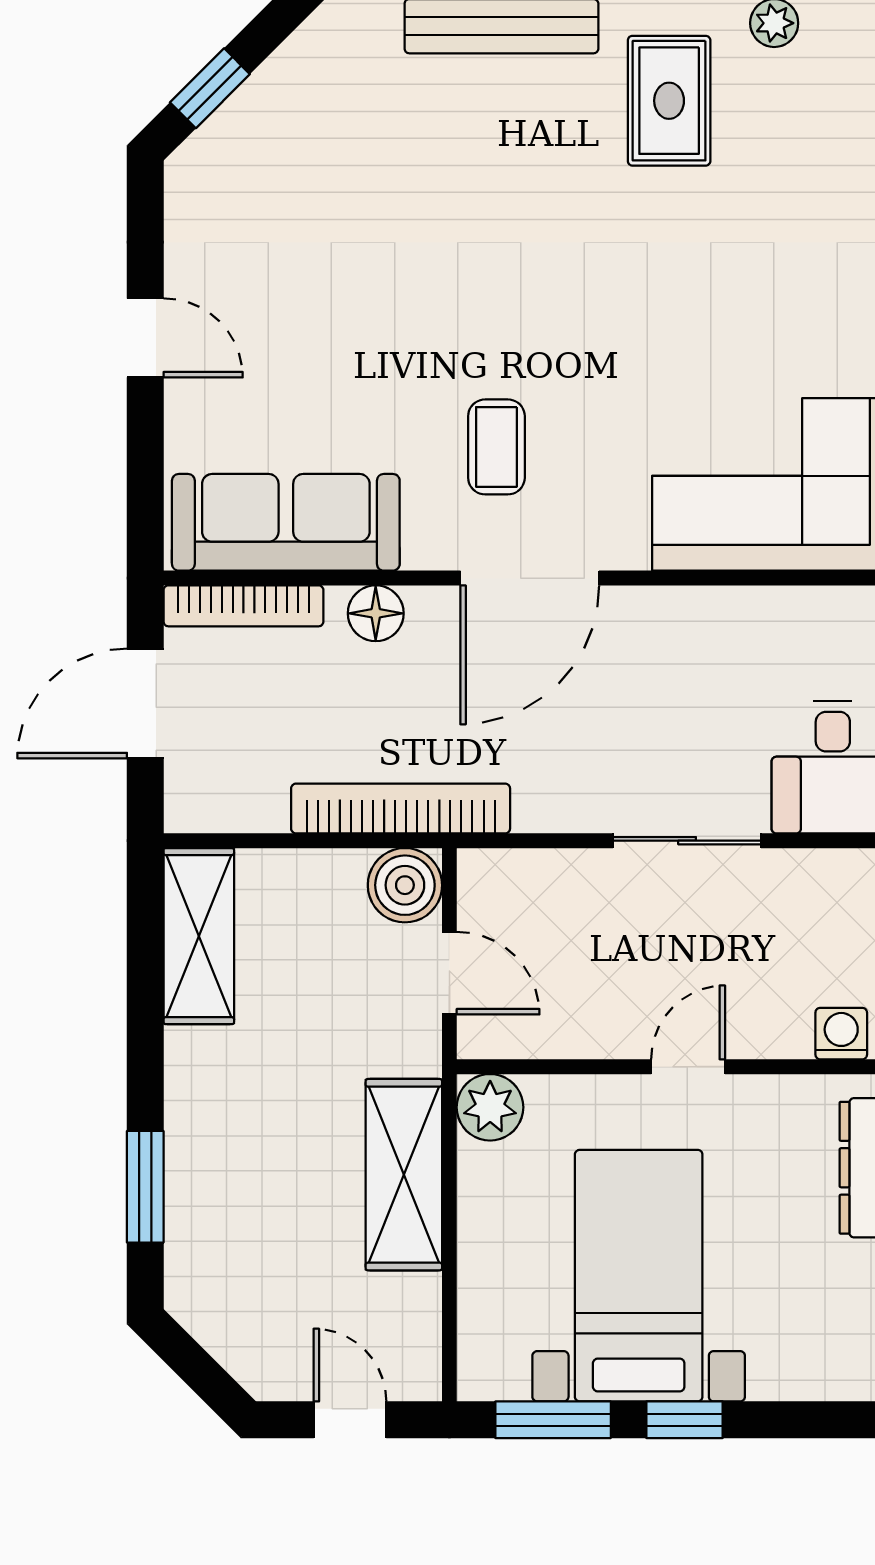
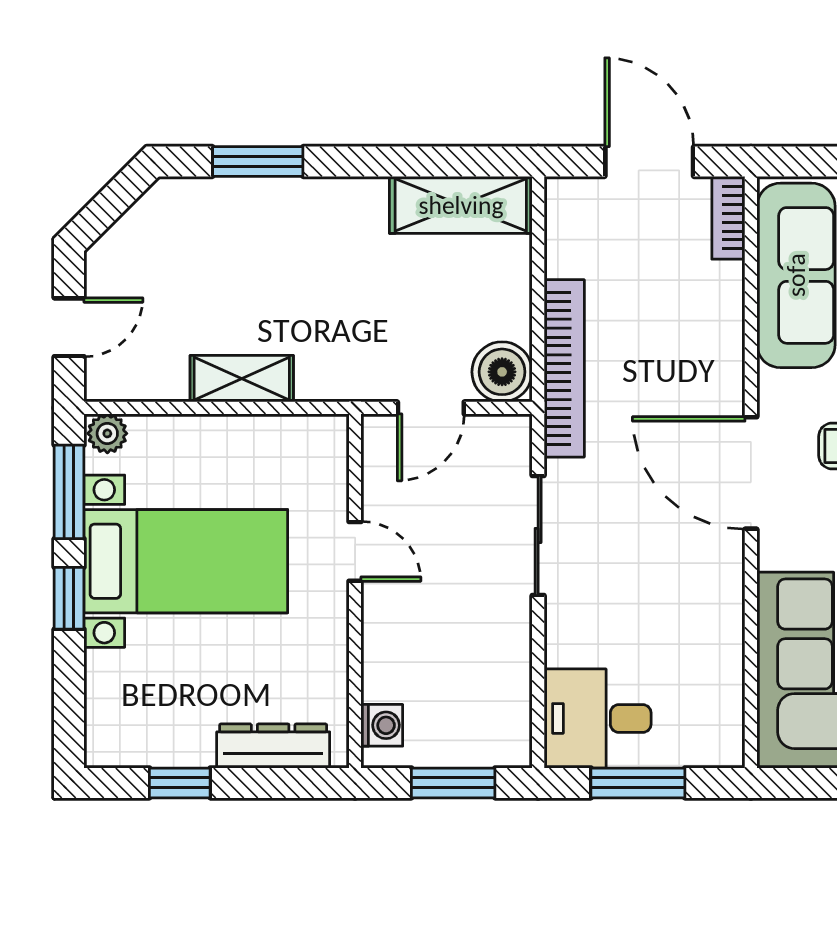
bookcase: (243, 606) -> (728, 218), width x0.64
floor lamp: (376, 613) -> (722, 348), removed
sliding door: (687, 841) -> (538, 535), moved
door: (688, 1067) -> (355, 551), moved
plant: (490, 1107) -> (107, 433), moved, width x0.73, depth x0.73
shelving: (404, 1175) -> (242, 379), width x0.67, depth x0.75

